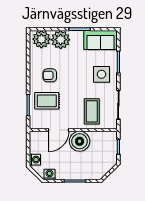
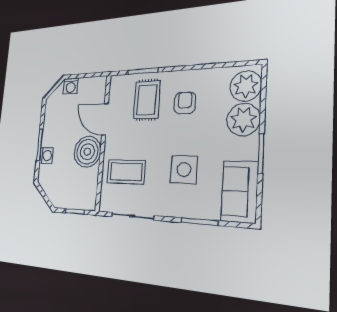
side table: (101, 74) -> (184, 170), moved
washing machine: (49, 174) -> (46, 156), moved

